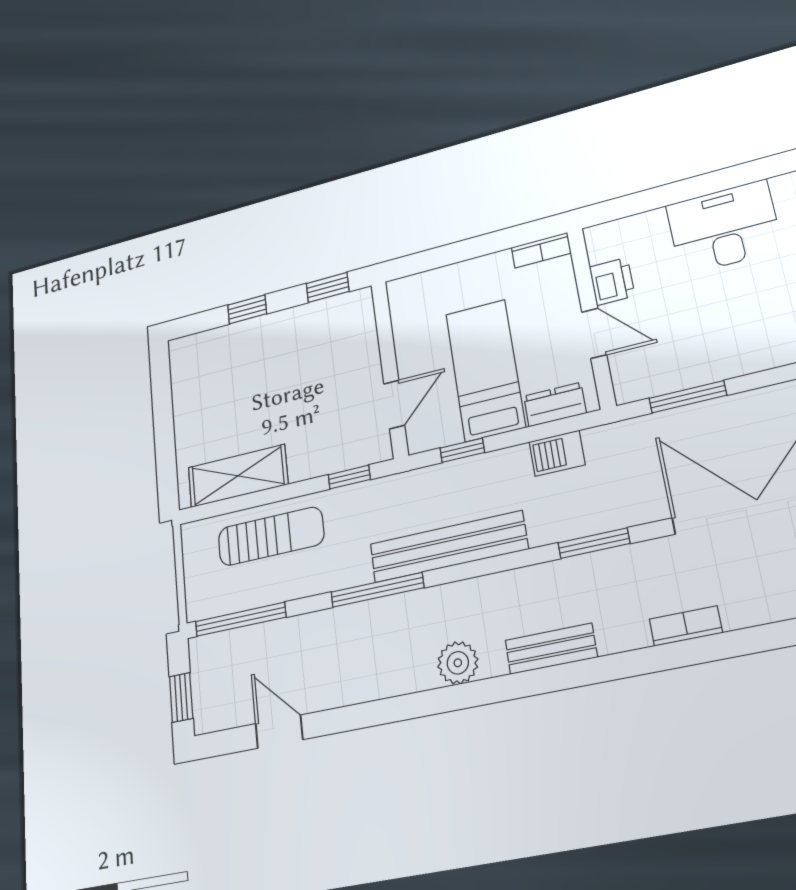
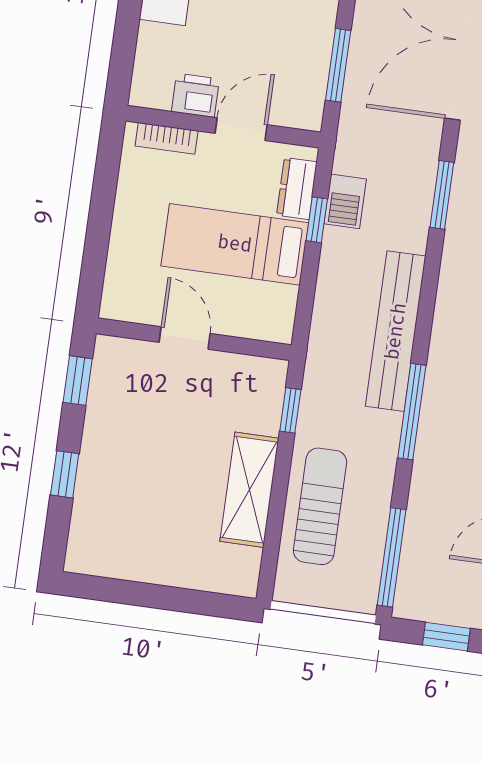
bookcase: (541, 250) -> (167, 138), moved, turned 90
door: (394, 405) -> (185, 338), moved
window: (462, 450) -> (317, 220), moved
shelving: (238, 476) -> (249, 490), moved

